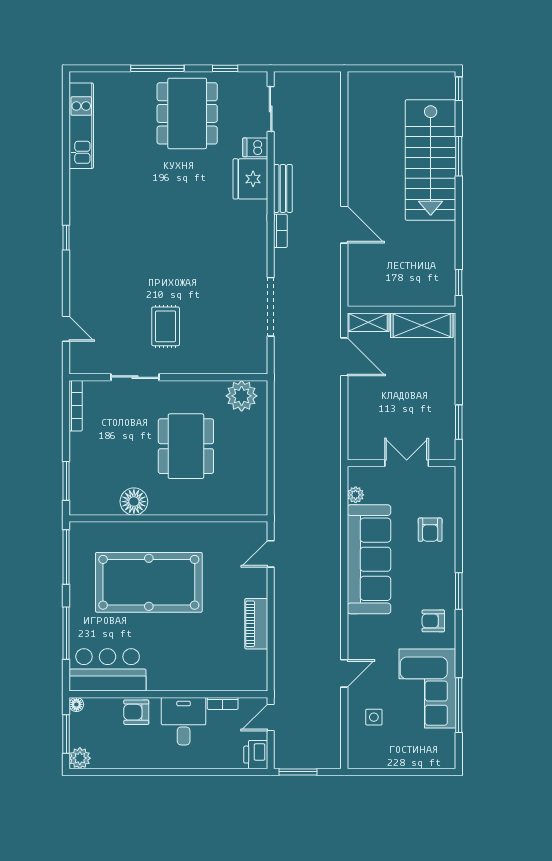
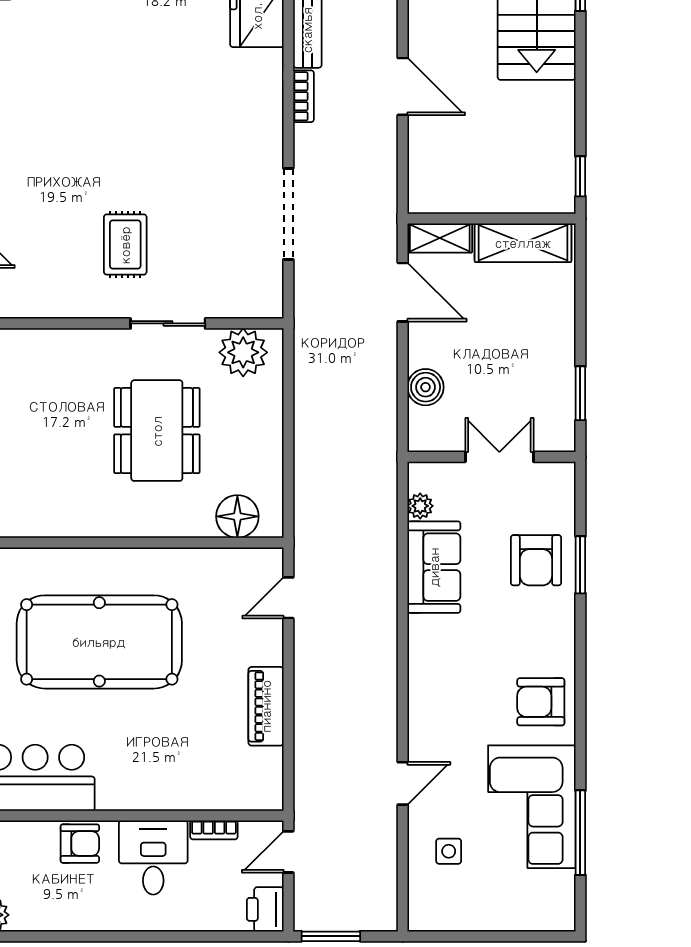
sliding door: (135, 377) -> (168, 323), moved
boiler: (359, 418) -> (426, 387), added
floor lamp: (134, 502) -> (237, 516), moved
armchair: (430, 530) -> (536, 560), width x1.38, depth x1.38
sofa: (369, 559) -> (434, 567), width x0.54, depth x0.79
window: (459, 591) -> (580, 565), moved
armchair: (433, 621) -> (541, 702), width x1.38, depth x1.38
armchair: (136, 712) -> (80, 844), turned 180

